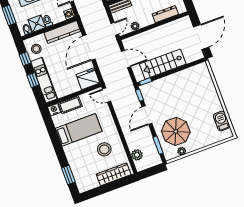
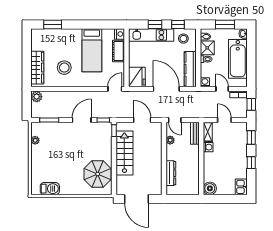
door: (126, 59) -> (142, 120), swing flipped
door: (147, 115) -> (82, 120), hinge flipped
parasol: (176, 131) -> (98, 174), moved
plant: (137, 155) -> (37, 97), moved

